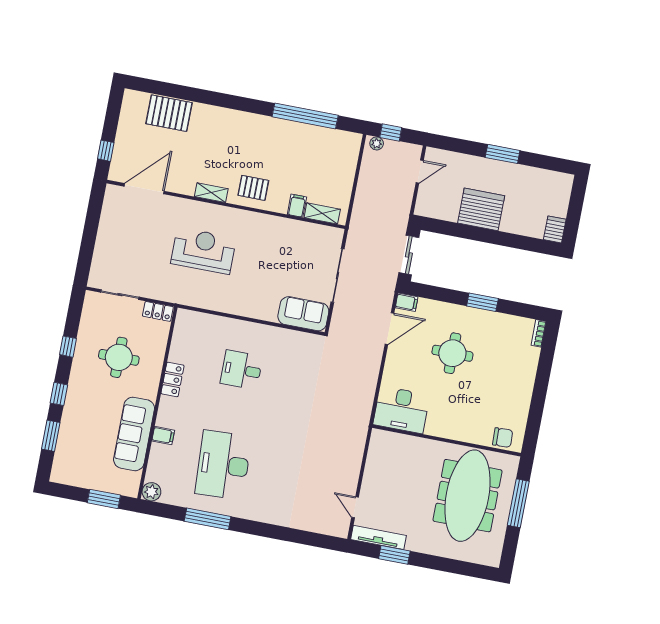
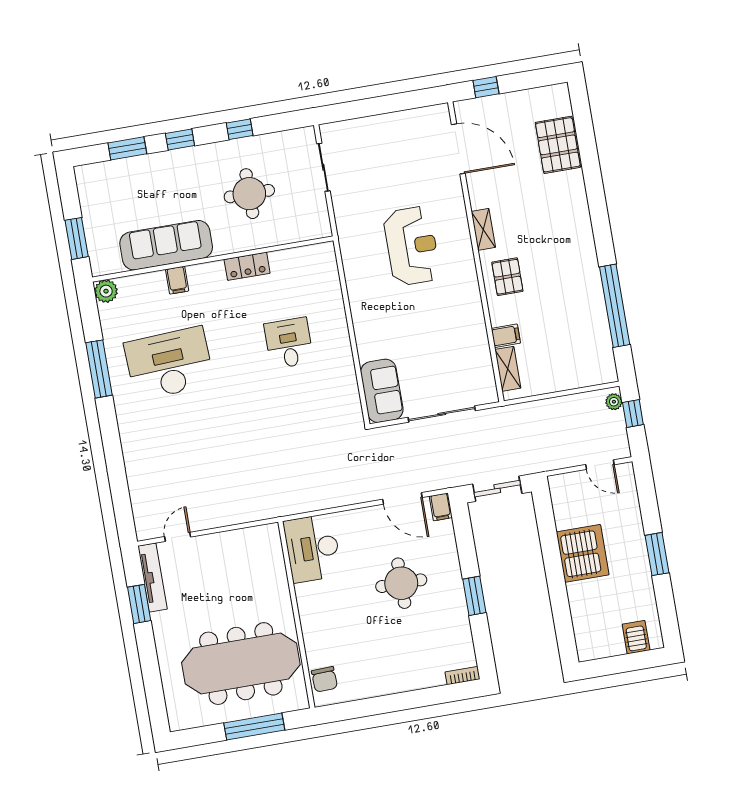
server rack: (555, 229) -> (636, 637), moved, turned -90
locker: (158, 311) -> (320, 219), removed

